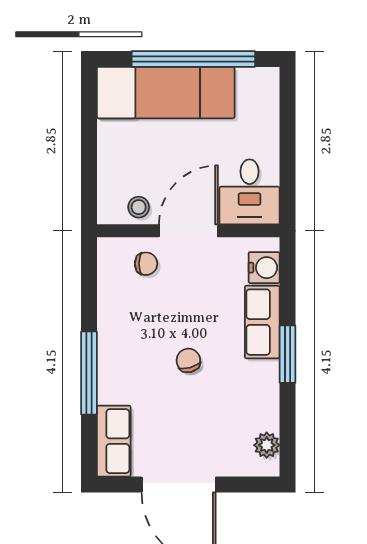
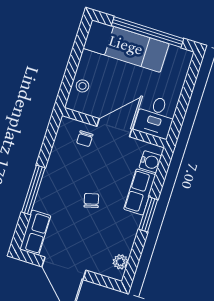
stool: (139, 207) -> (82, 86), moved
chair: (146, 264) -> (85, 139), turned 90

